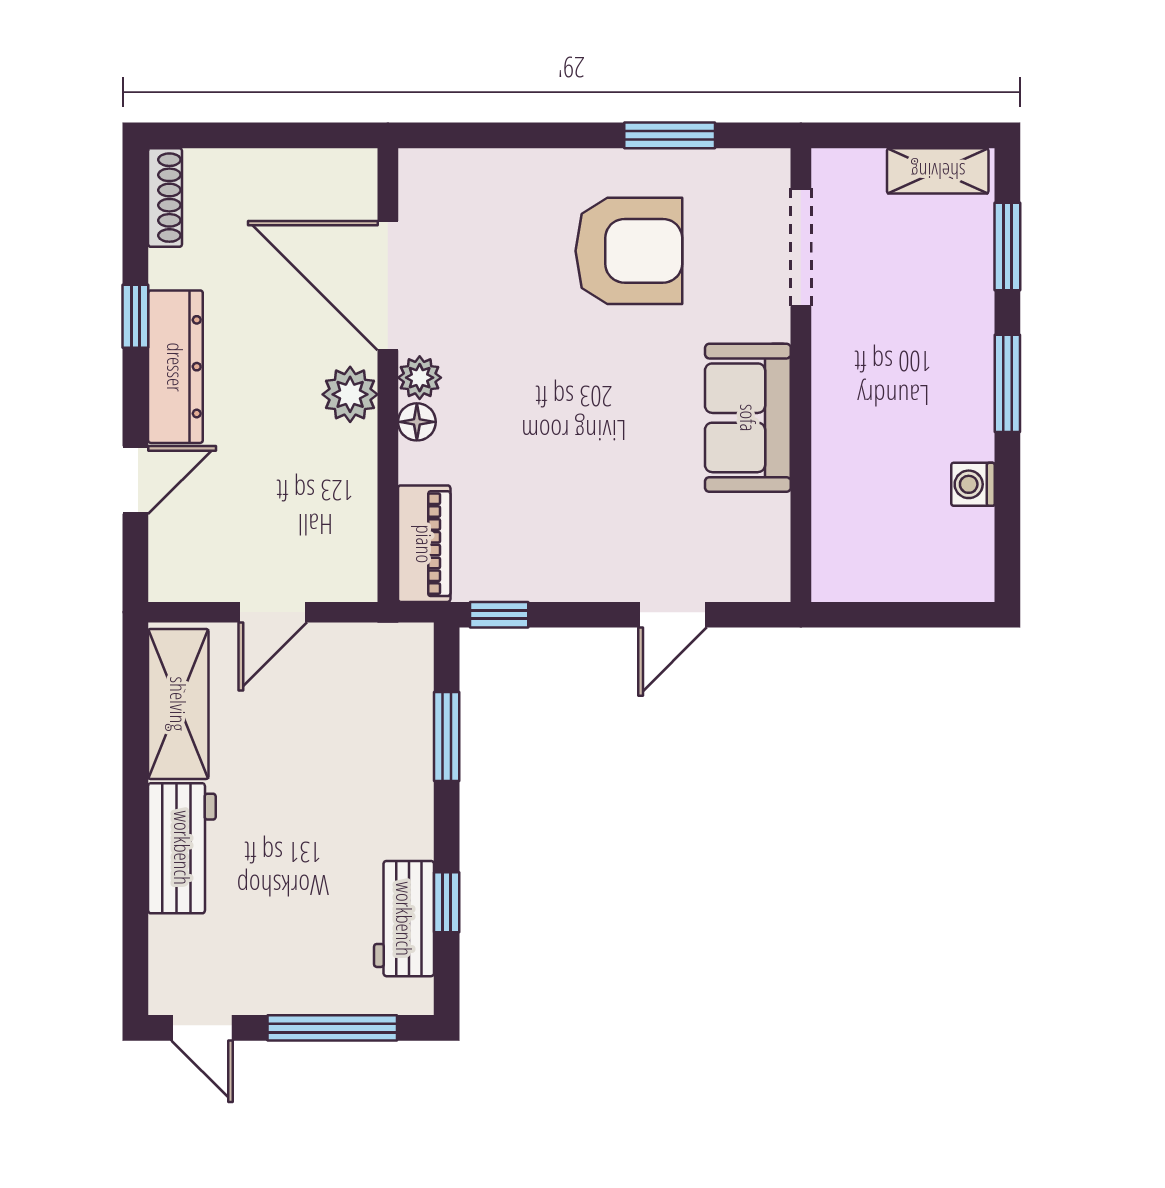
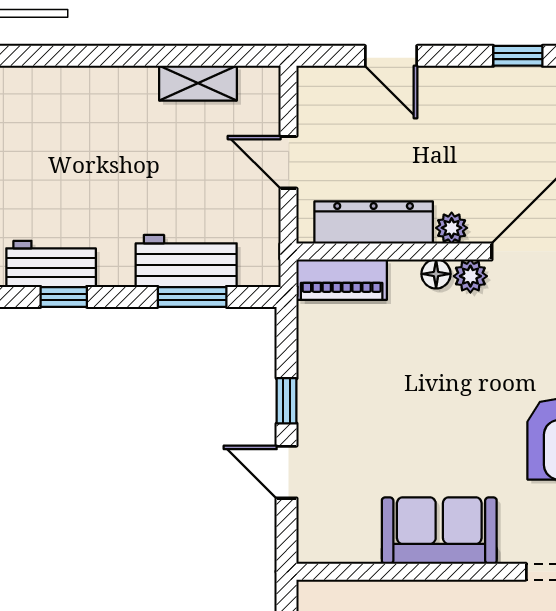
dresser: (175, 367) -> (374, 222), moved, turned 180
plant: (350, 394) -> (452, 228), width x0.73, depth x0.73
window: (499, 615) -> (287, 401), moved
shelving: (178, 704) -> (198, 83), width x0.67, depth x0.75
workbench: (182, 848) -> (186, 261), moved, turned 180

